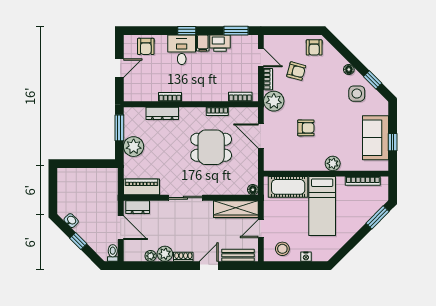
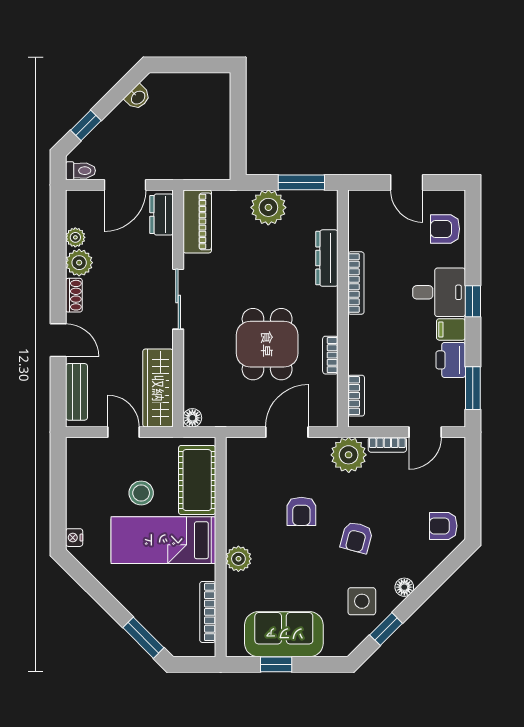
armchair: (296, 71) -> (357, 537), moved
bookcase: (170, 97) -> (356, 283), width x1.56
window: (78, 241) -> (86, 125), moved
stool: (282, 249) -> (141, 493), moved
nightstand: (306, 257) -> (74, 538), moved

